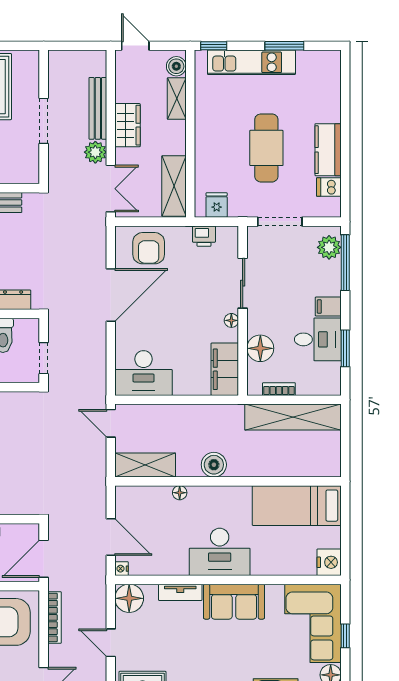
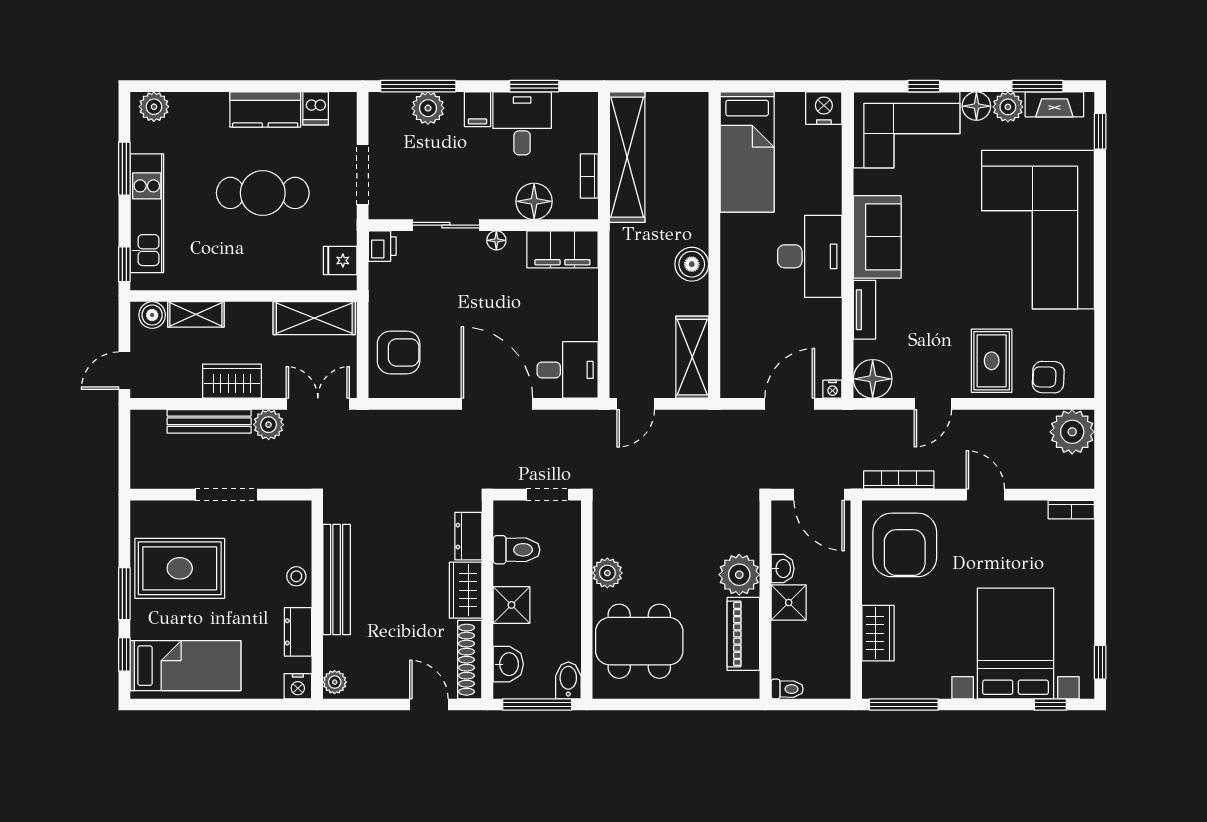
plant: (330, 68) -> (154, 107), added
printer: (204, 236) -> (382, 246), moved
plant: (329, 247) -> (428, 108), moved
door: (111, 295) -> (497, 404), moved
desk: (144, 373) -> (568, 370), width x0.73
floor lamp: (180, 493) -> (730, 310), removed

